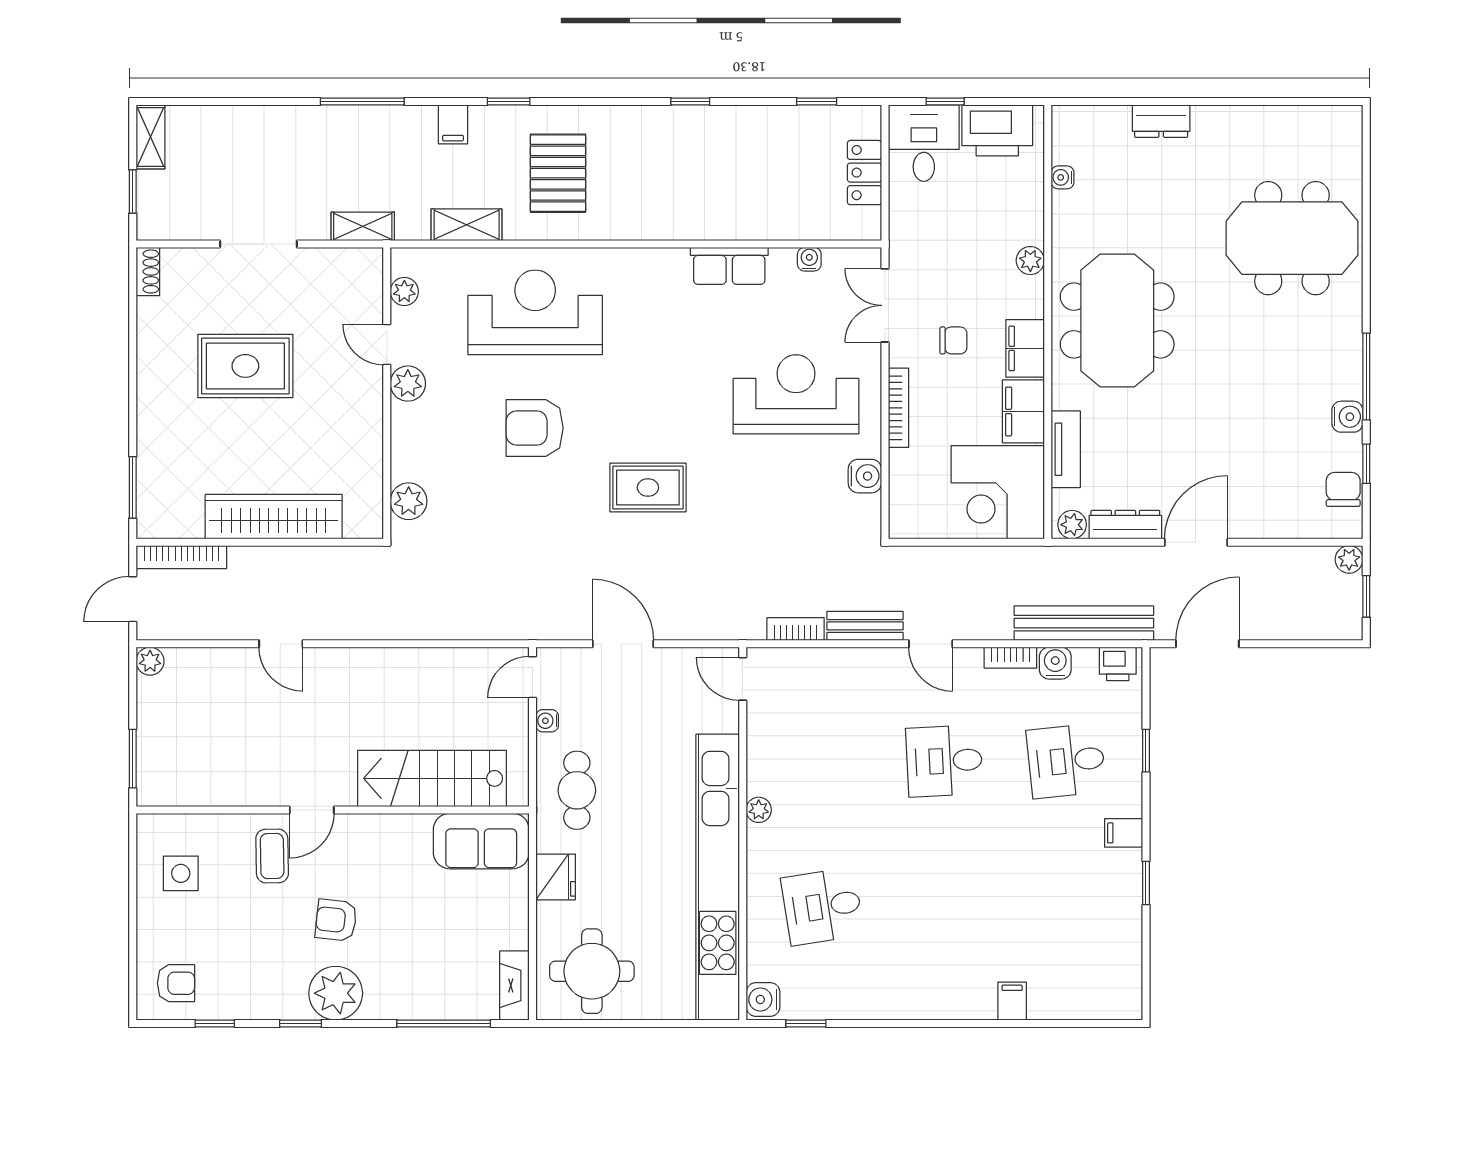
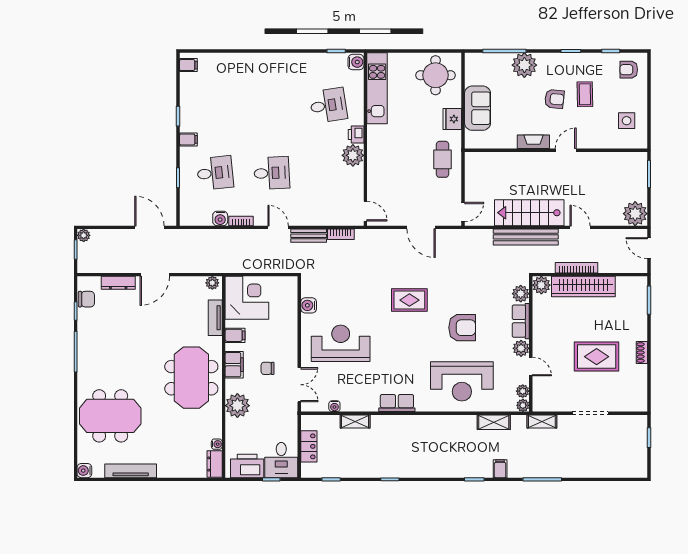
tv unit: (1248, 120) -> (131, 471), added
dresser: (1161, 121) -> (215, 464), moved, turned -90
shelving: (150, 137) -> (355, 421), moved, turned 90
pallet: (558, 173) -> (451, 446), removed
plant: (404, 261) -> (523, 405), added
plant: (1030, 261) -> (237, 406), width x1.88, depth x1.88
row of seats: (729, 266) -> (397, 403), moved
shoe rack: (148, 271) -> (642, 353), moved
reception desk: (796, 394) -> (341, 343), turned 180
bookcase: (899, 408) -> (293, 337), removed
filing cabinet: (1023, 411) -> (235, 335), width x0.50
water cooler: (1347, 417) -> (84, 471), moved
row of seats: (408, 442) -> (521, 321), added
chair: (1343, 489) -> (86, 299), turned -90
plant: (364, 520) -> (541, 285), added
dresser: (1125, 525) -> (118, 283), moved
bookcase: (181, 557) -> (577, 268), moved
plant: (1349, 559) -> (84, 235), moved
door: (133, 599) -> (649, 248), swing flipped
bench: (1084, 623) -> (526, 237), moved
door: (1207, 644) -> (149, 227), swing flipped
plant: (150, 661) -> (635, 214), width x1.87, depth x1.87
printer: (1118, 664) -> (356, 135), moved, turned -90
water cooler: (547, 721) -> (456, 192), removed
stairs: (432, 778) -> (529, 213), moved, turned 180
plant: (759, 810) -> (353, 155), width x1.88, depth x1.88
sofa: (481, 841) -> (478, 108), moved, turned 90
coffee table: (272, 856) -> (585, 94), moved
kitchen unit: (718, 877) -> (377, 88), width x0.54
fireplace: (514, 985) -> (533, 142), moved, turned -90
plant: (336, 993) -> (524, 65), moved
filing cabinet: (1012, 1001) -> (188, 65), moved, turned -90

